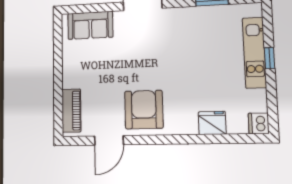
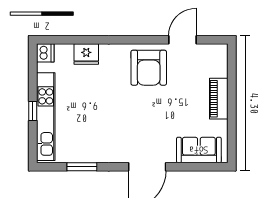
kitchen unit: (254, 53) -> (46, 117), width x1.36
piano: (71, 111) -> (219, 99), moved

